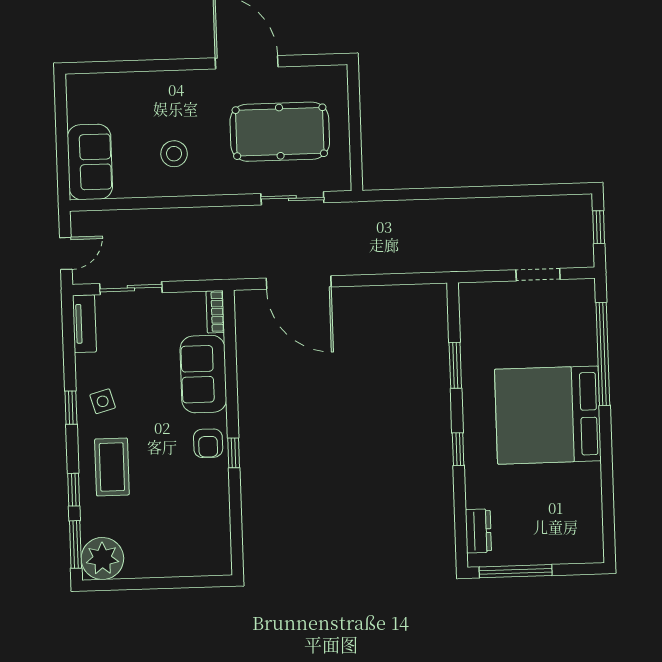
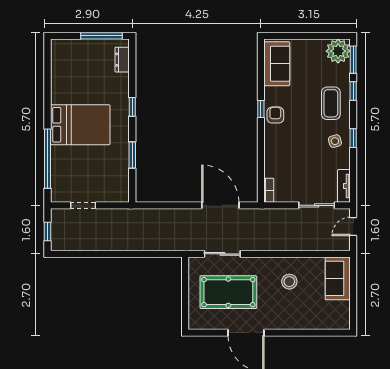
sofa: (203, 374) -> (277, 64), moved
bed: (548, 415) -> (80, 125), width x0.73

